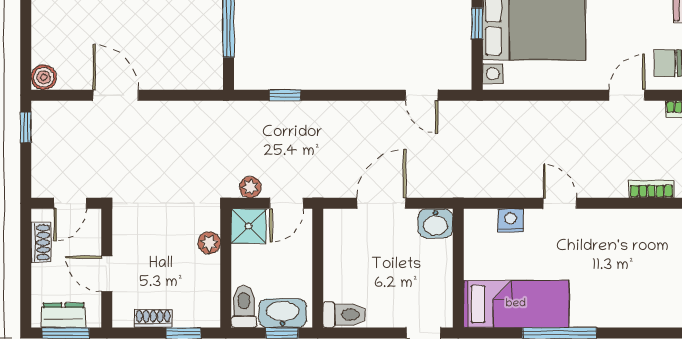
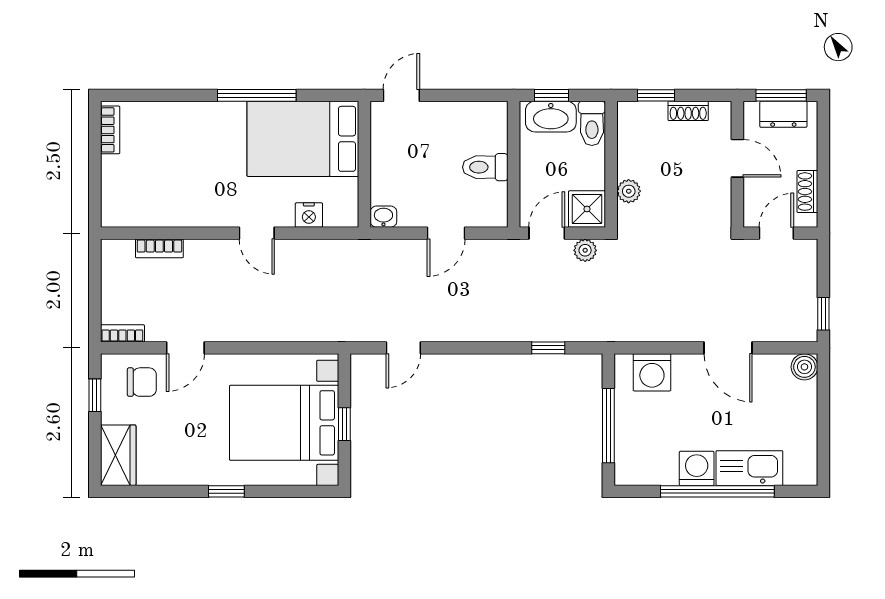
washing machine: (187, 72) -> (652, 372), added
door: (422, 95) -> (403, 348), swing flipped
door: (381, 203) -> (446, 233), width x0.73
washbasin: (436, 223) -> (383, 217), width x0.72, depth x0.69
bed: (516, 304) -> (303, 139), width x1.50
toilet: (344, 315) -> (485, 167), moved

